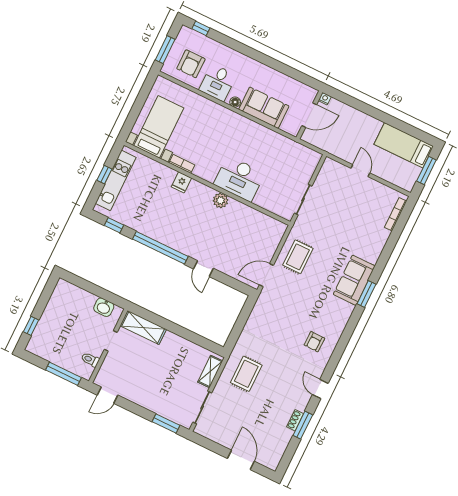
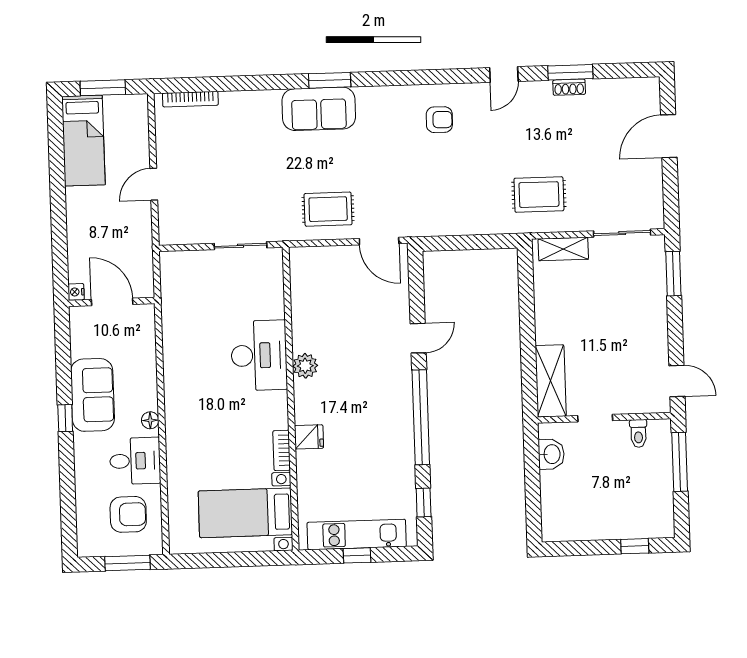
window: (201, 28) -> (65, 418), moved
sofa: (264, 108) -> (93, 395), moved, turned 180

